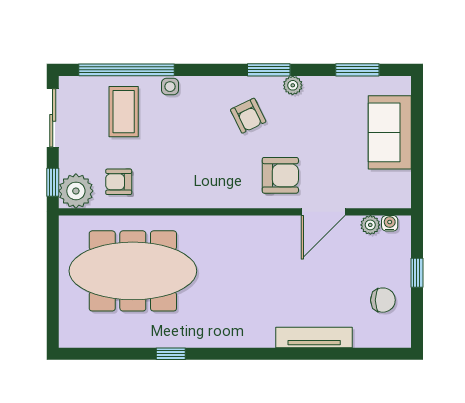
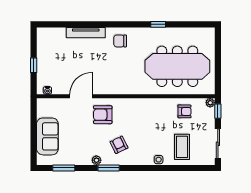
window: (126, 70) -> (181, 168), removed
plant: (76, 191) -> (210, 103), width x0.53, depth x0.53
plant: (370, 225) -> (57, 90), removed
chair: (383, 300) -> (120, 41), moved

